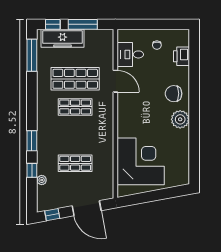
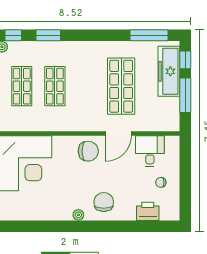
shop shelf: (75, 107) -> (55, 86), moved
chair: (130, 107) -> (88, 151), added
plant: (180, 119) -> (78, 215), width x0.53, depth x0.53

